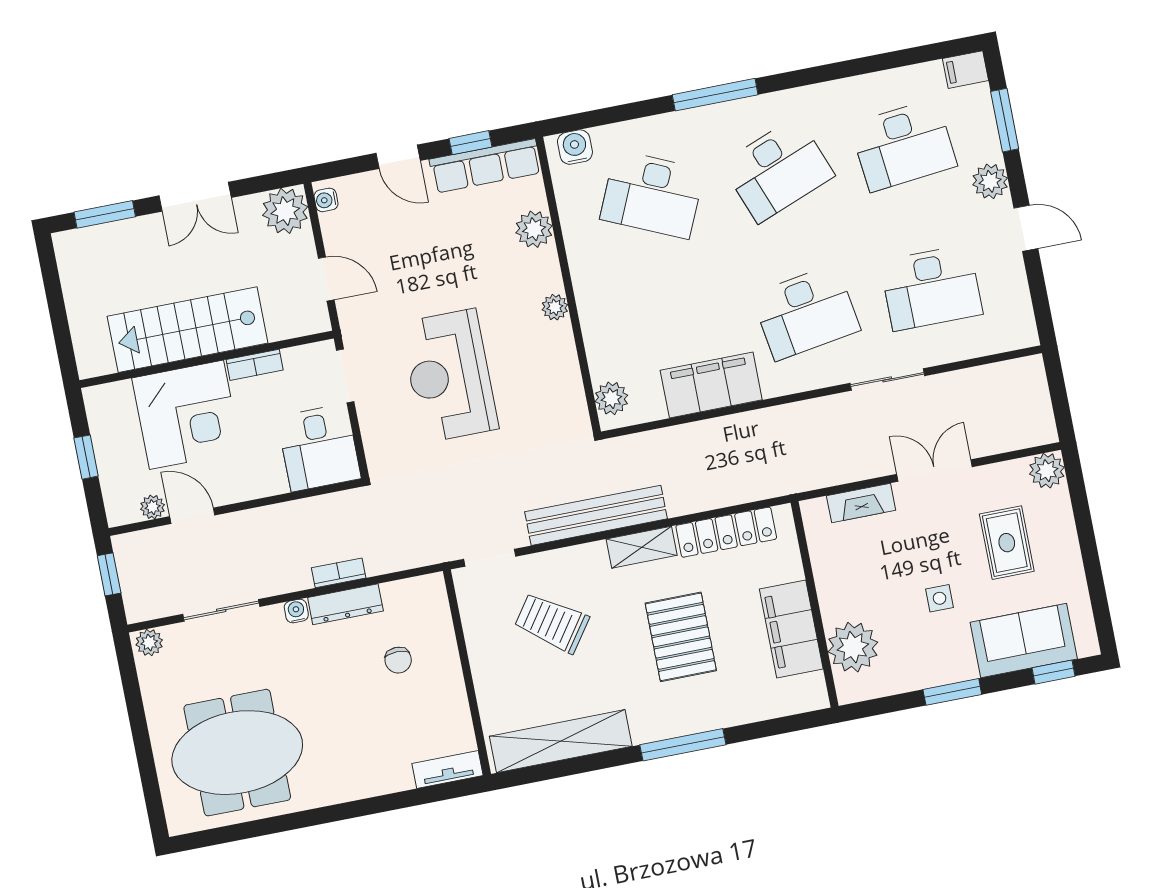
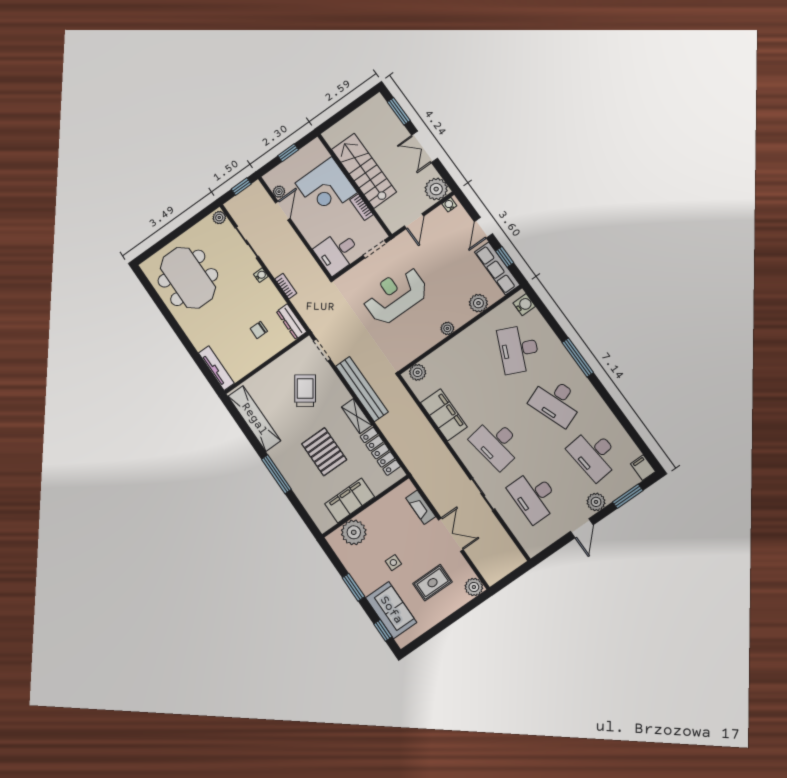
dresser: (345, 604) -> (291, 322), moved
pallet: (681, 637) -> (324, 452), turned 90
tv unit: (447, 769) -> (216, 368), width x1.41

